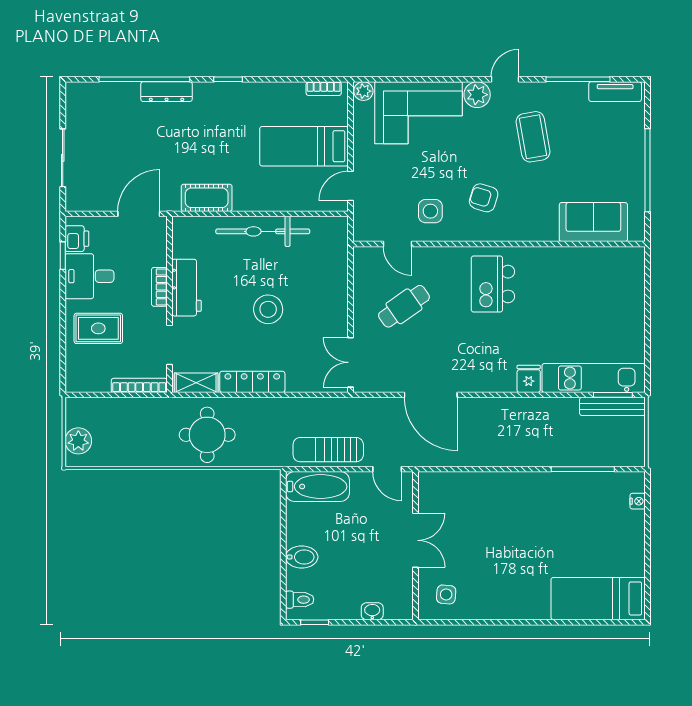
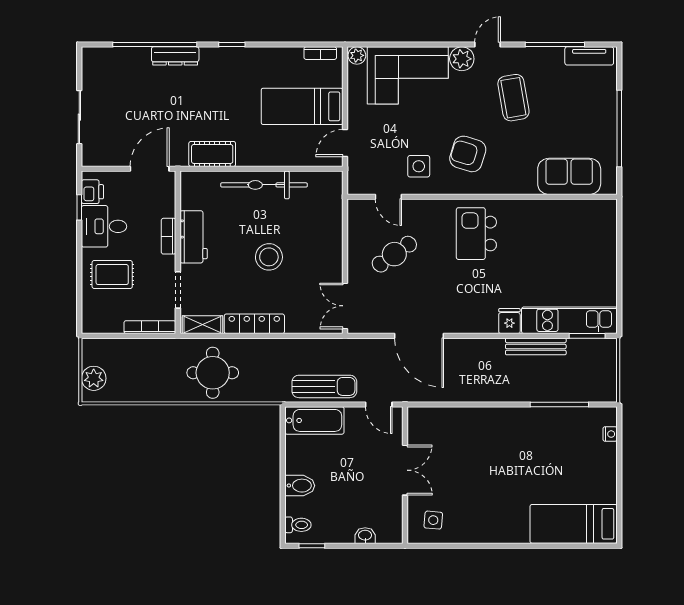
armchair: (484, 198) -> (468, 154), width x1.38, depth x1.38
bench: (612, 406) -> (536, 346), moved
sun lounger: (328, 450) -> (324, 386), turned 180

